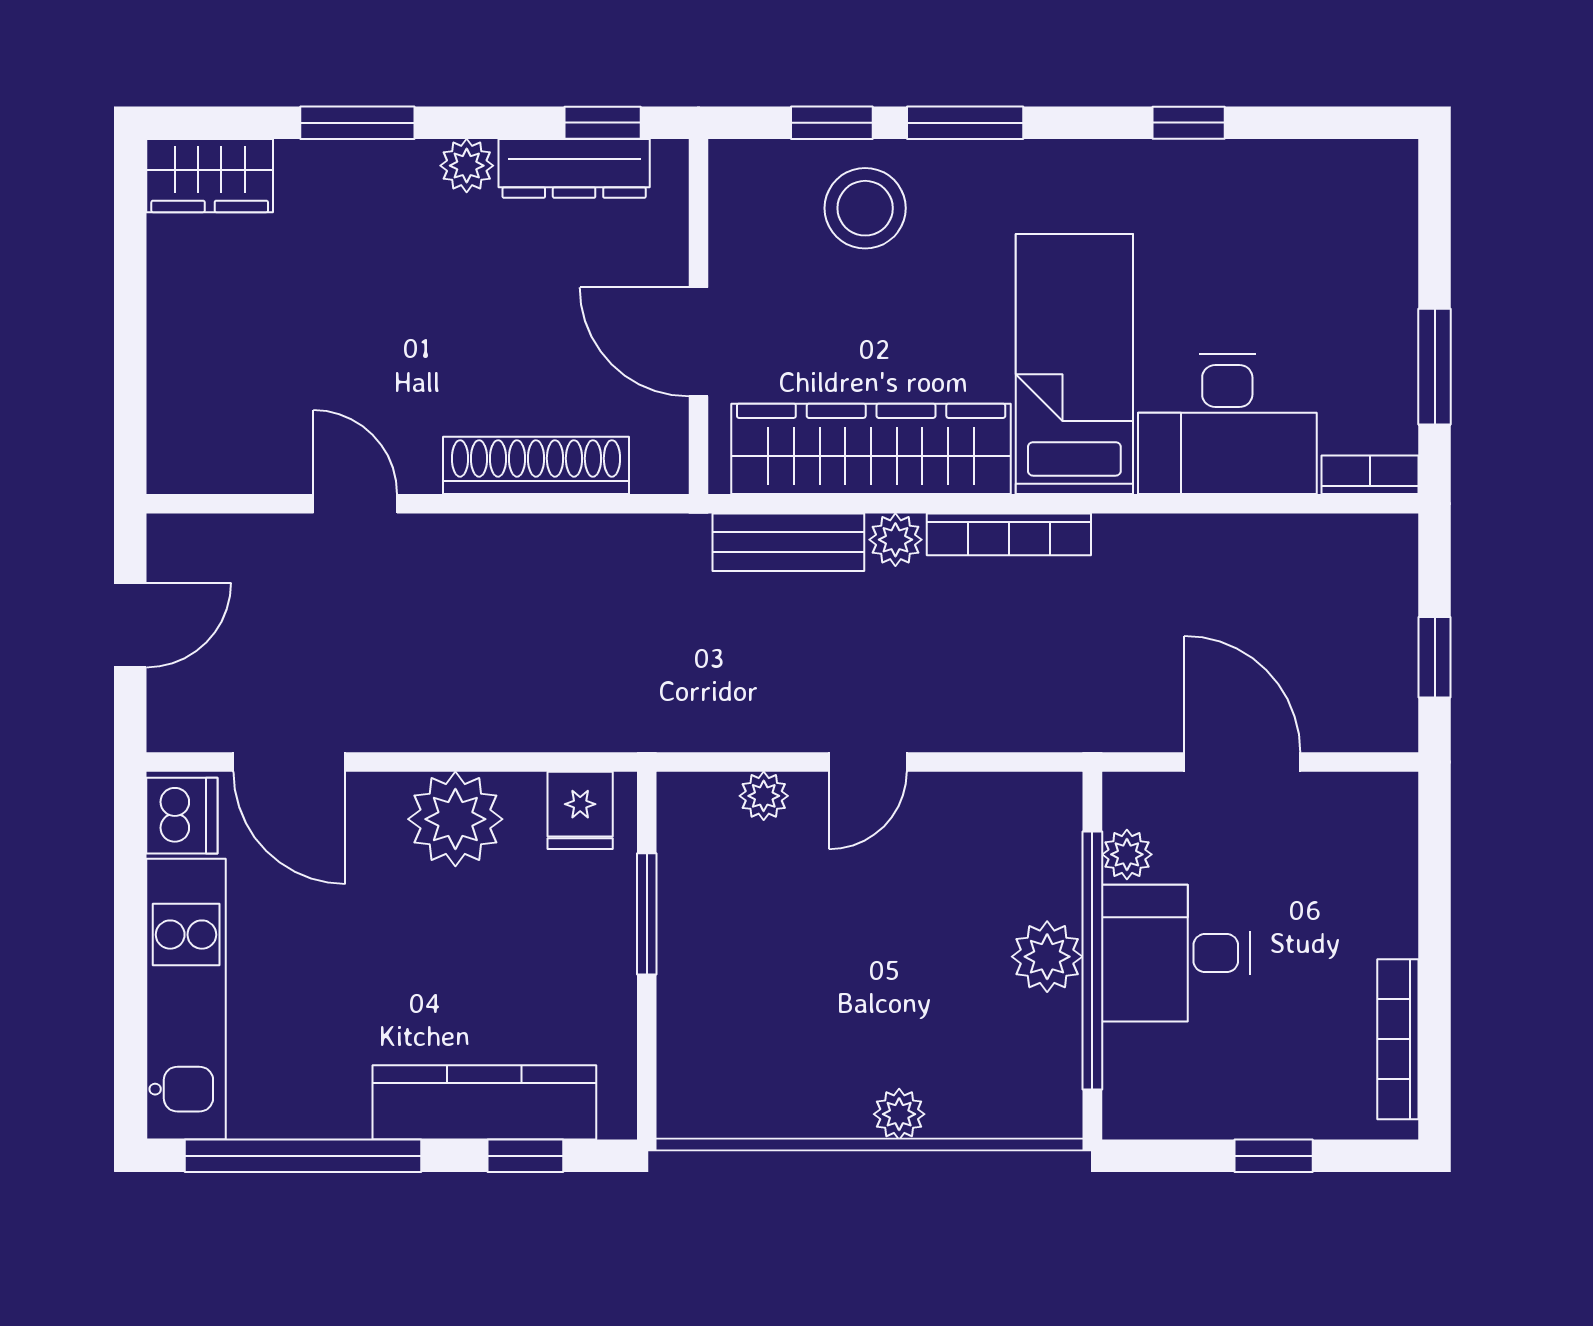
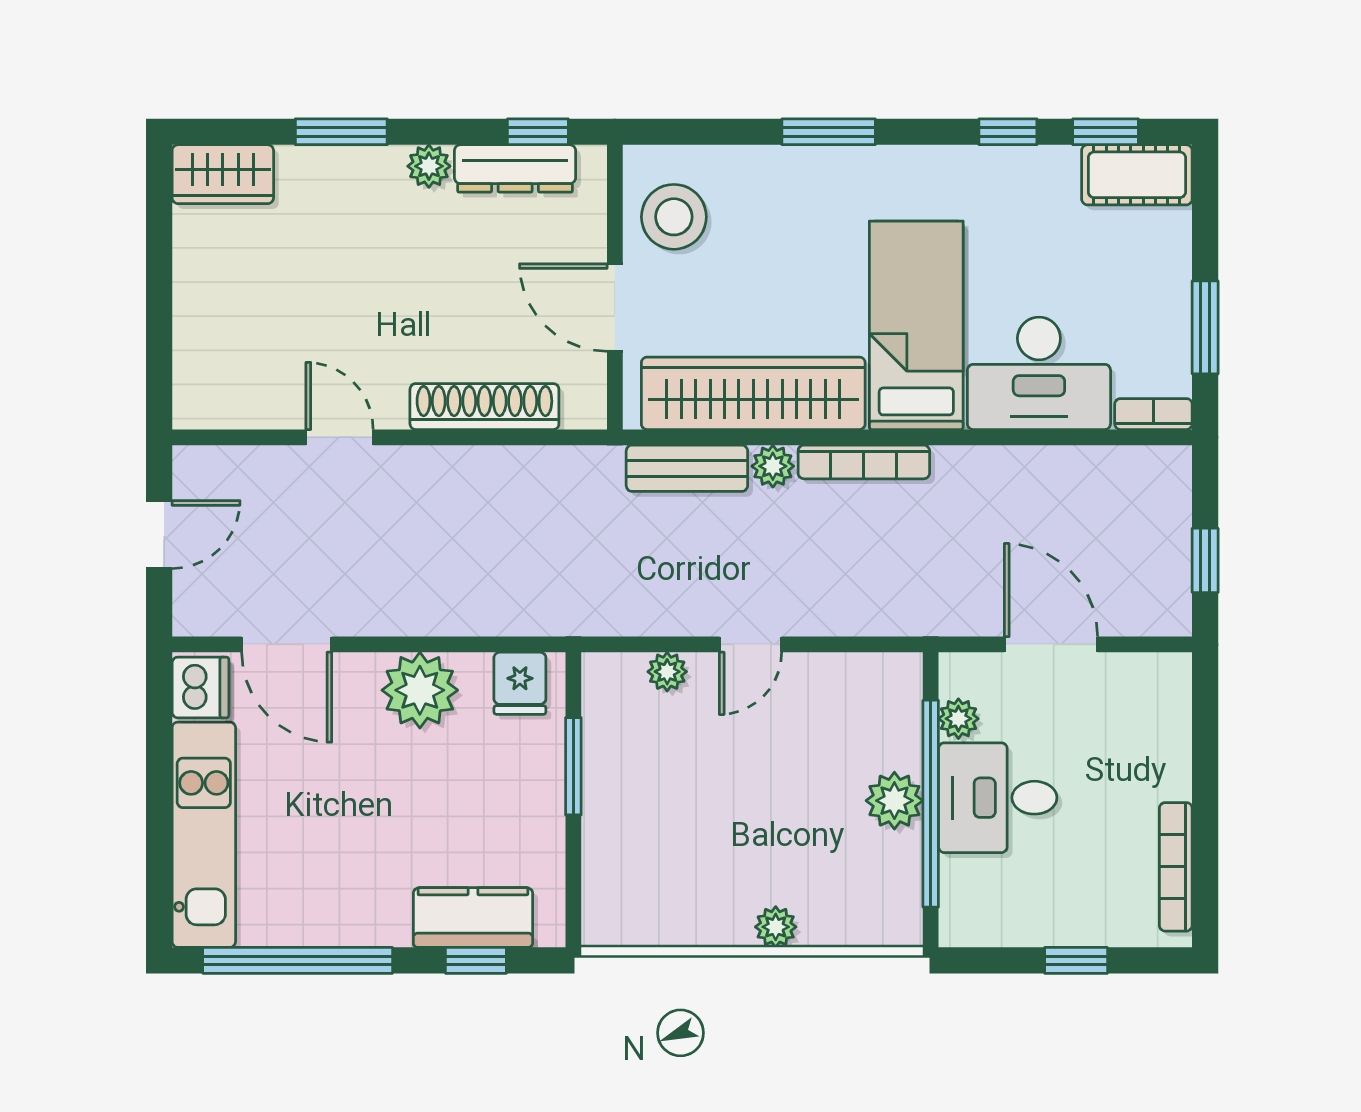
window: (832, 123) -> (1106, 132), moved
cot: (1349, 176) -> (1137, 175), added
stool: (865, 208) -> (674, 217), moved
kitchen counter: (484, 1102) -> (473, 918), width x0.67

